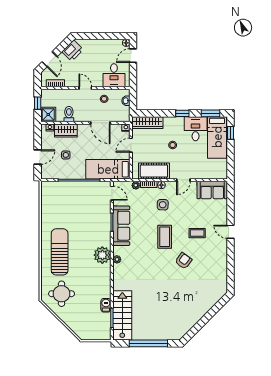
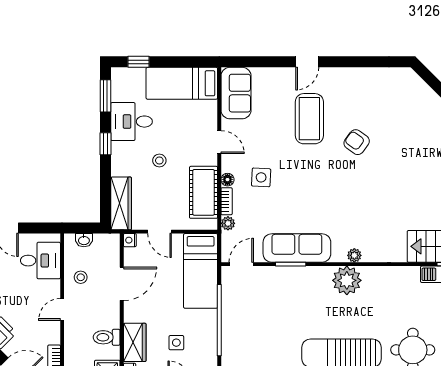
bed: (217, 137) -> (182, 83), moved, turned 180
coffee table: (197, 233) -> (309, 119), width x1.86, depth x1.72
coffee table: (165, 237) -> (316, 174), removed

